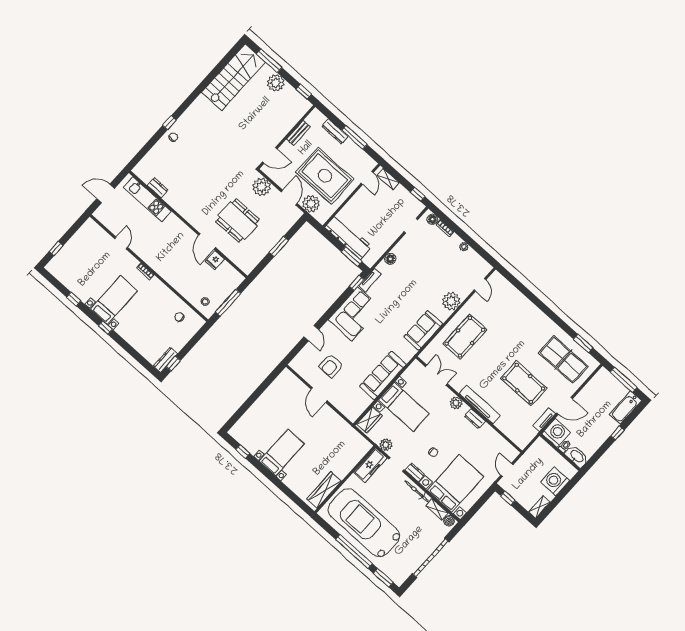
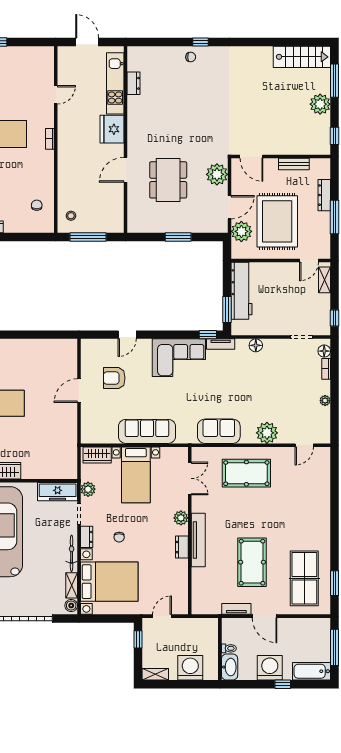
stairs: (233, 77) -> (302, 57), width x0.73, depth x0.66
fridge: (215, 260) -> (112, 129), moved, width x1.88, depth x1.34
washing machine: (556, 433) -> (270, 668), moved, turned -90

